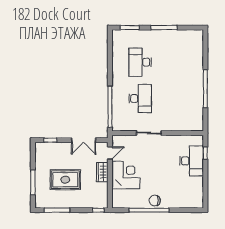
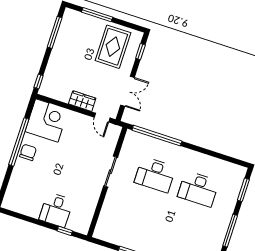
desk: (140, 62) -> (198, 189), turned 180
double door: (84, 140) -> (127, 91), swing flipped
desk: (191, 161) -> (56, 210), width x0.73
corner desk: (126, 175) -> (47, 121), moved, turned -90
rug: (65, 180) -> (113, 47), moved

